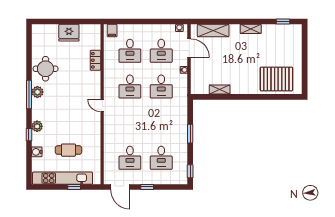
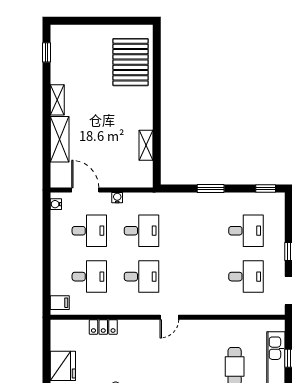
shelving: (213, 30) -> (60, 139), moved
door: (189, 48) -> (85, 190), hinge flipped

